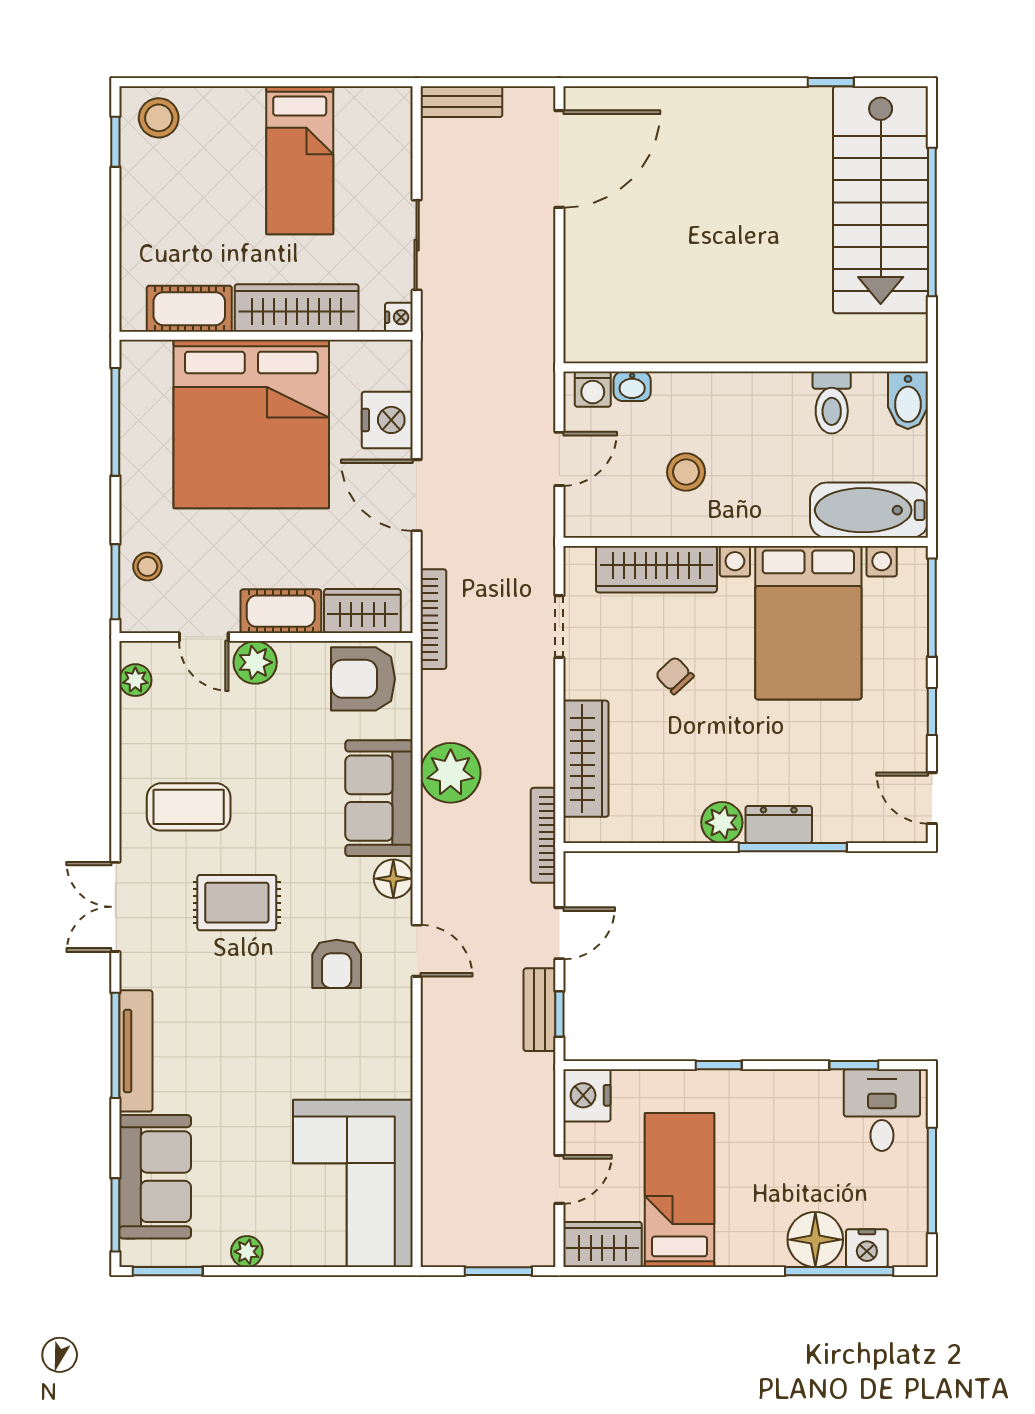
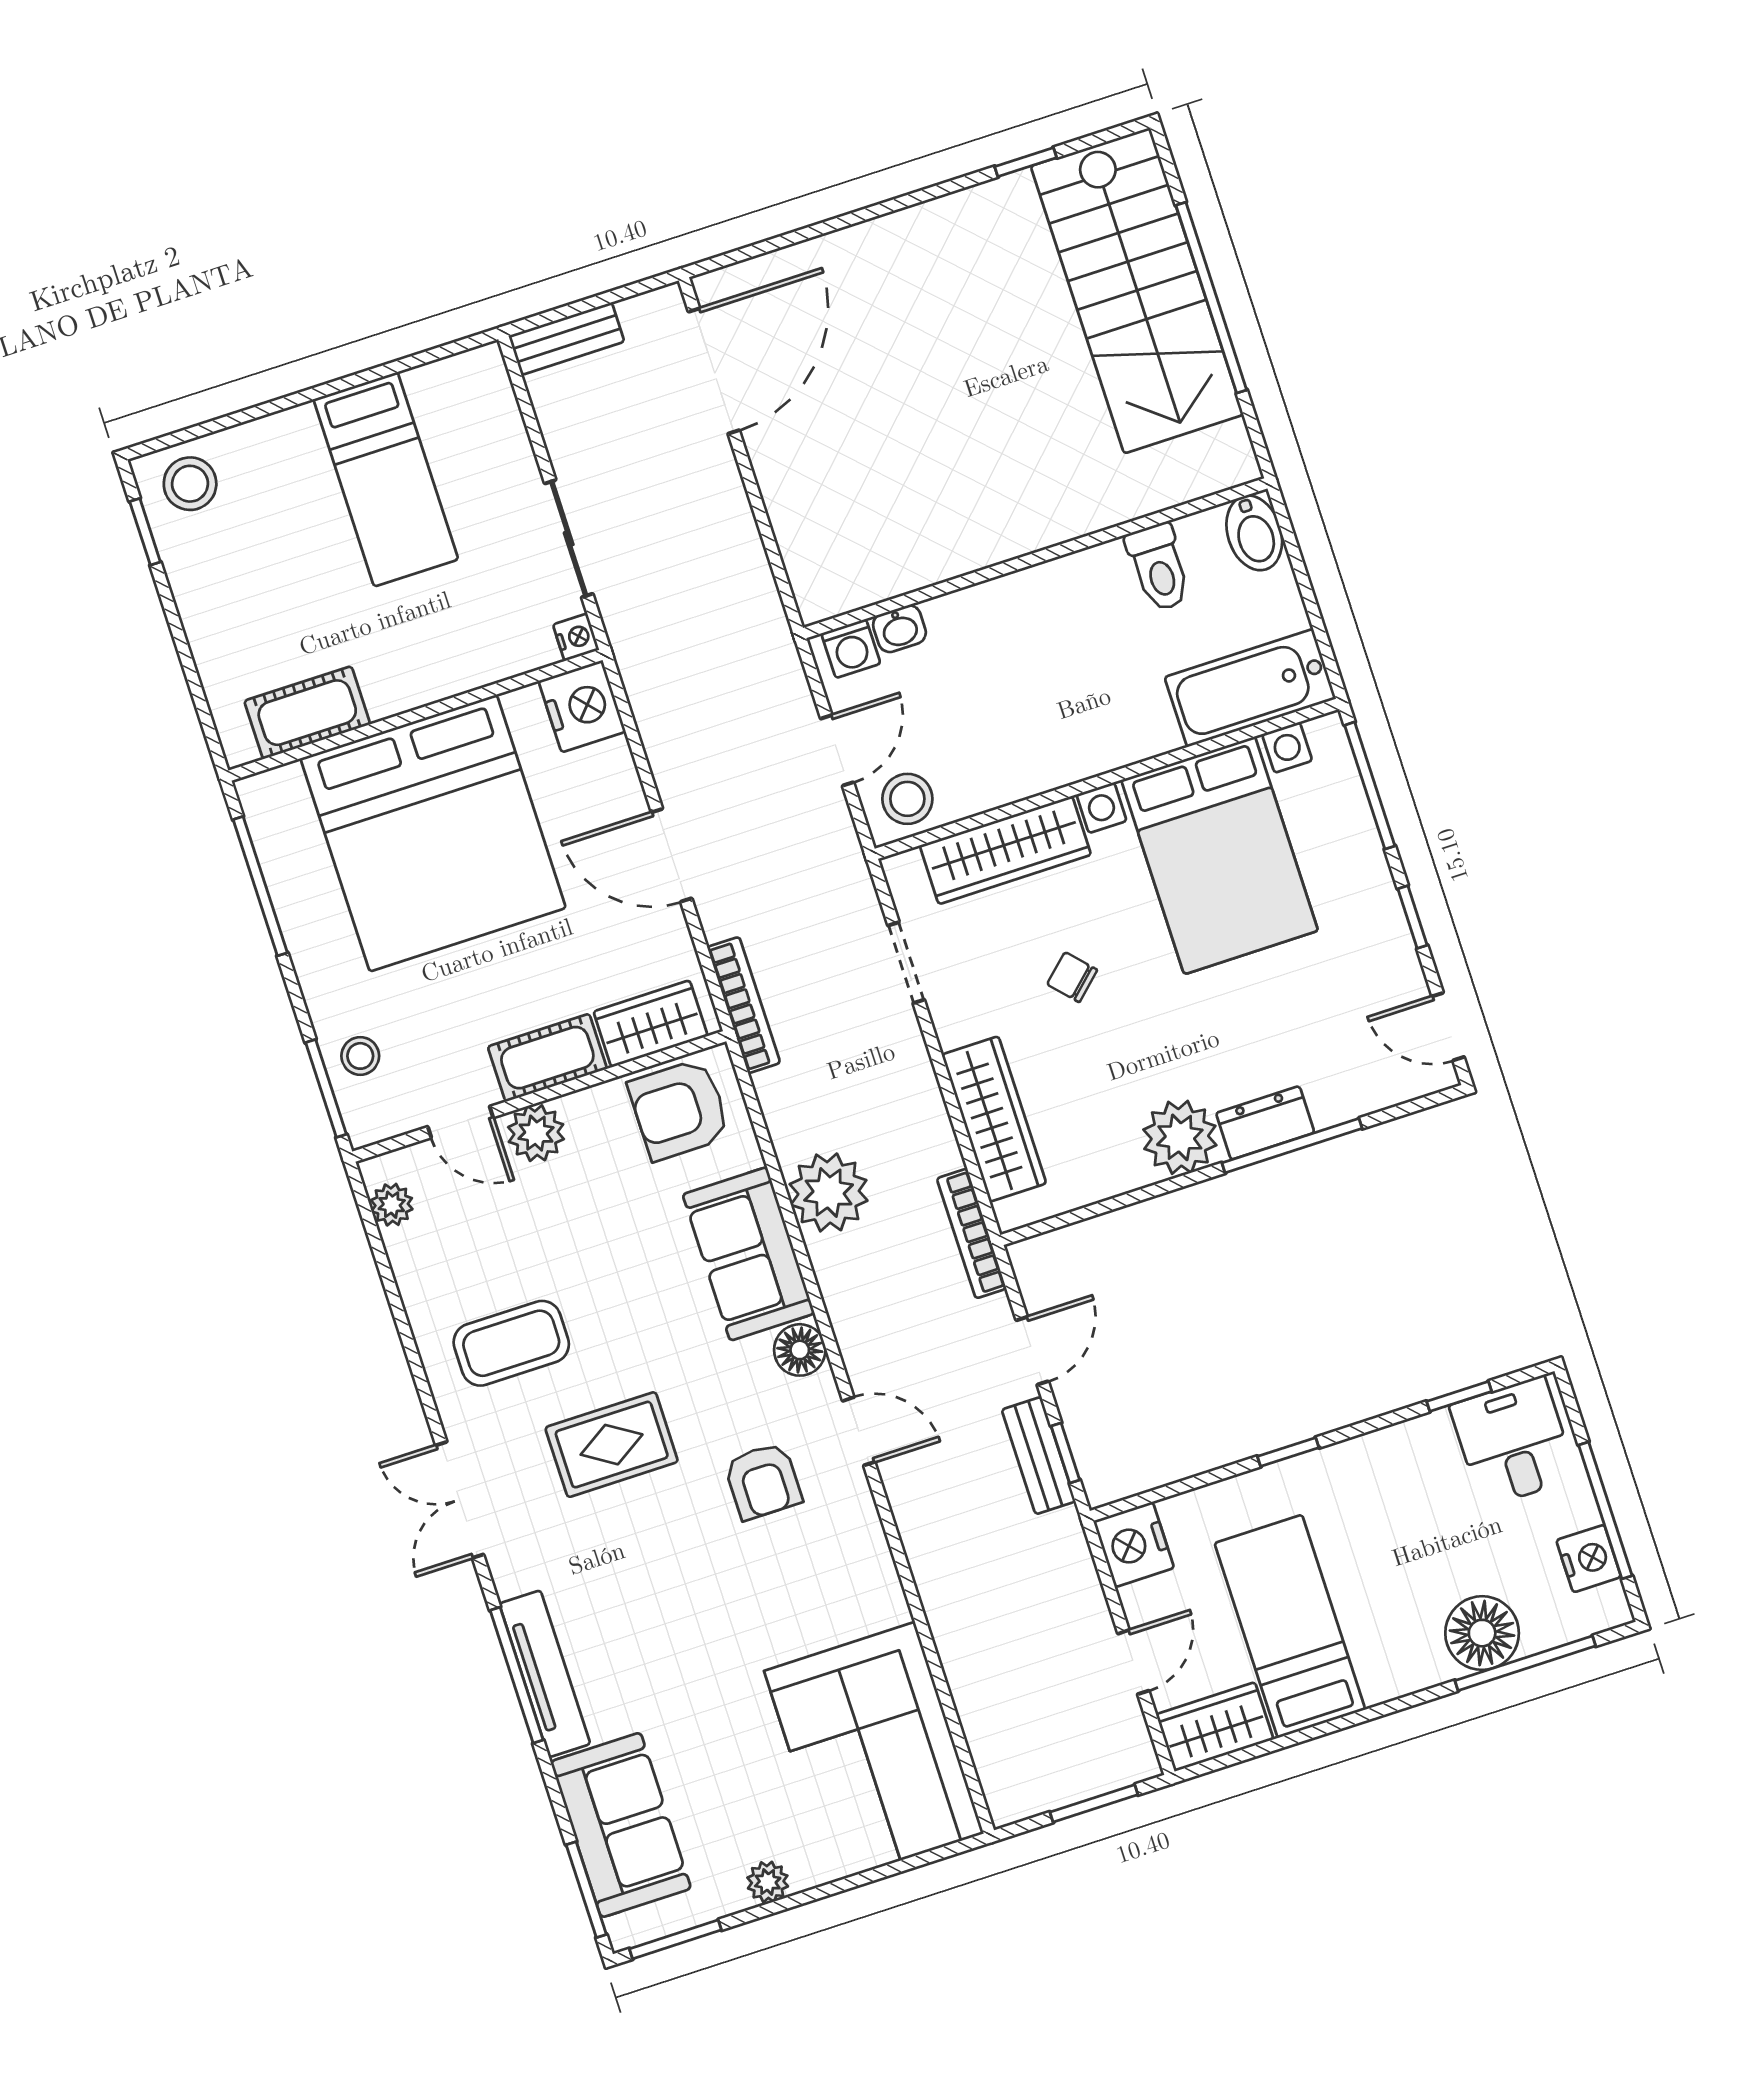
wardrobe: (297, 308) -> (443, 667), removed
nightstand: (387, 420) -> (582, 706), moved
stool: (686, 472) -> (907, 799), moved
plant: (722, 823) -> (1180, 1137), width x1.36, depth x1.36
nightstand: (867, 1248) -> (1589, 1559), moved, turned -90

